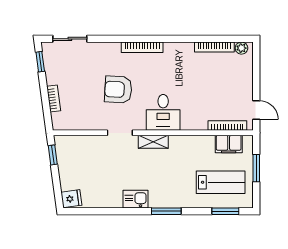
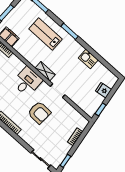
lab bench: (221, 182) -> (45, 34), moved
fridge: (71, 199) -> (103, 90), moved
kitchen sink: (136, 199) -> (88, 59), moved

